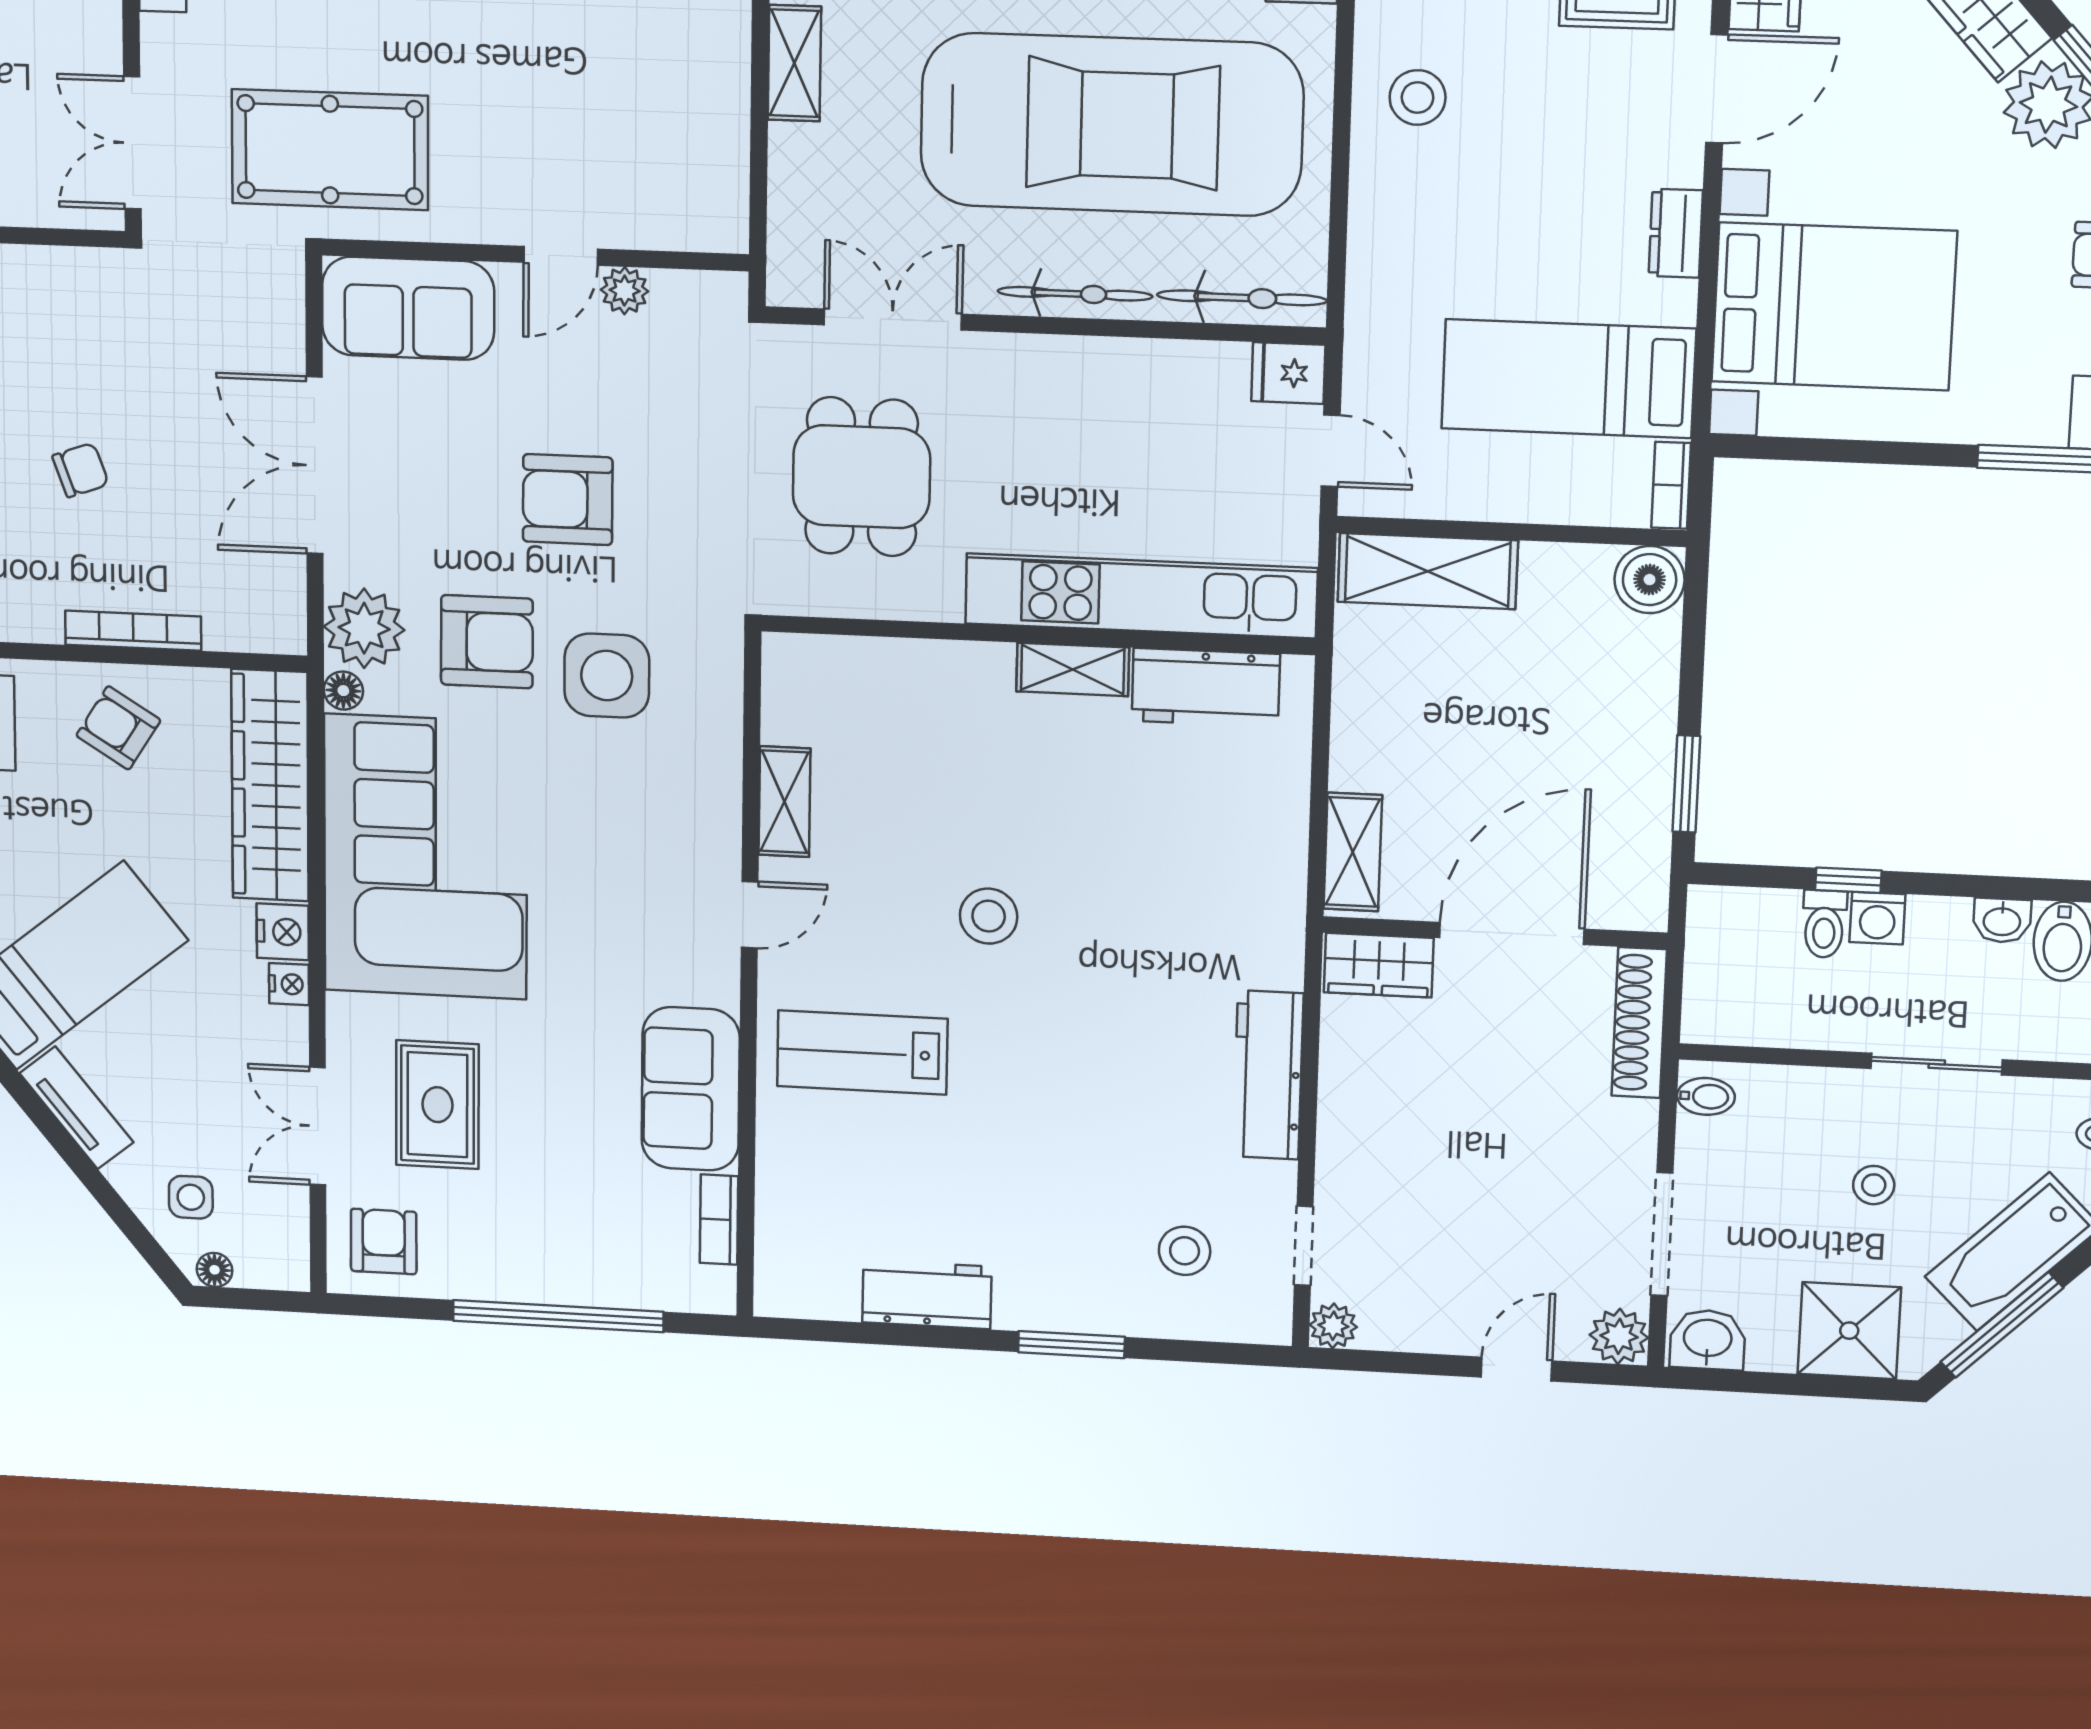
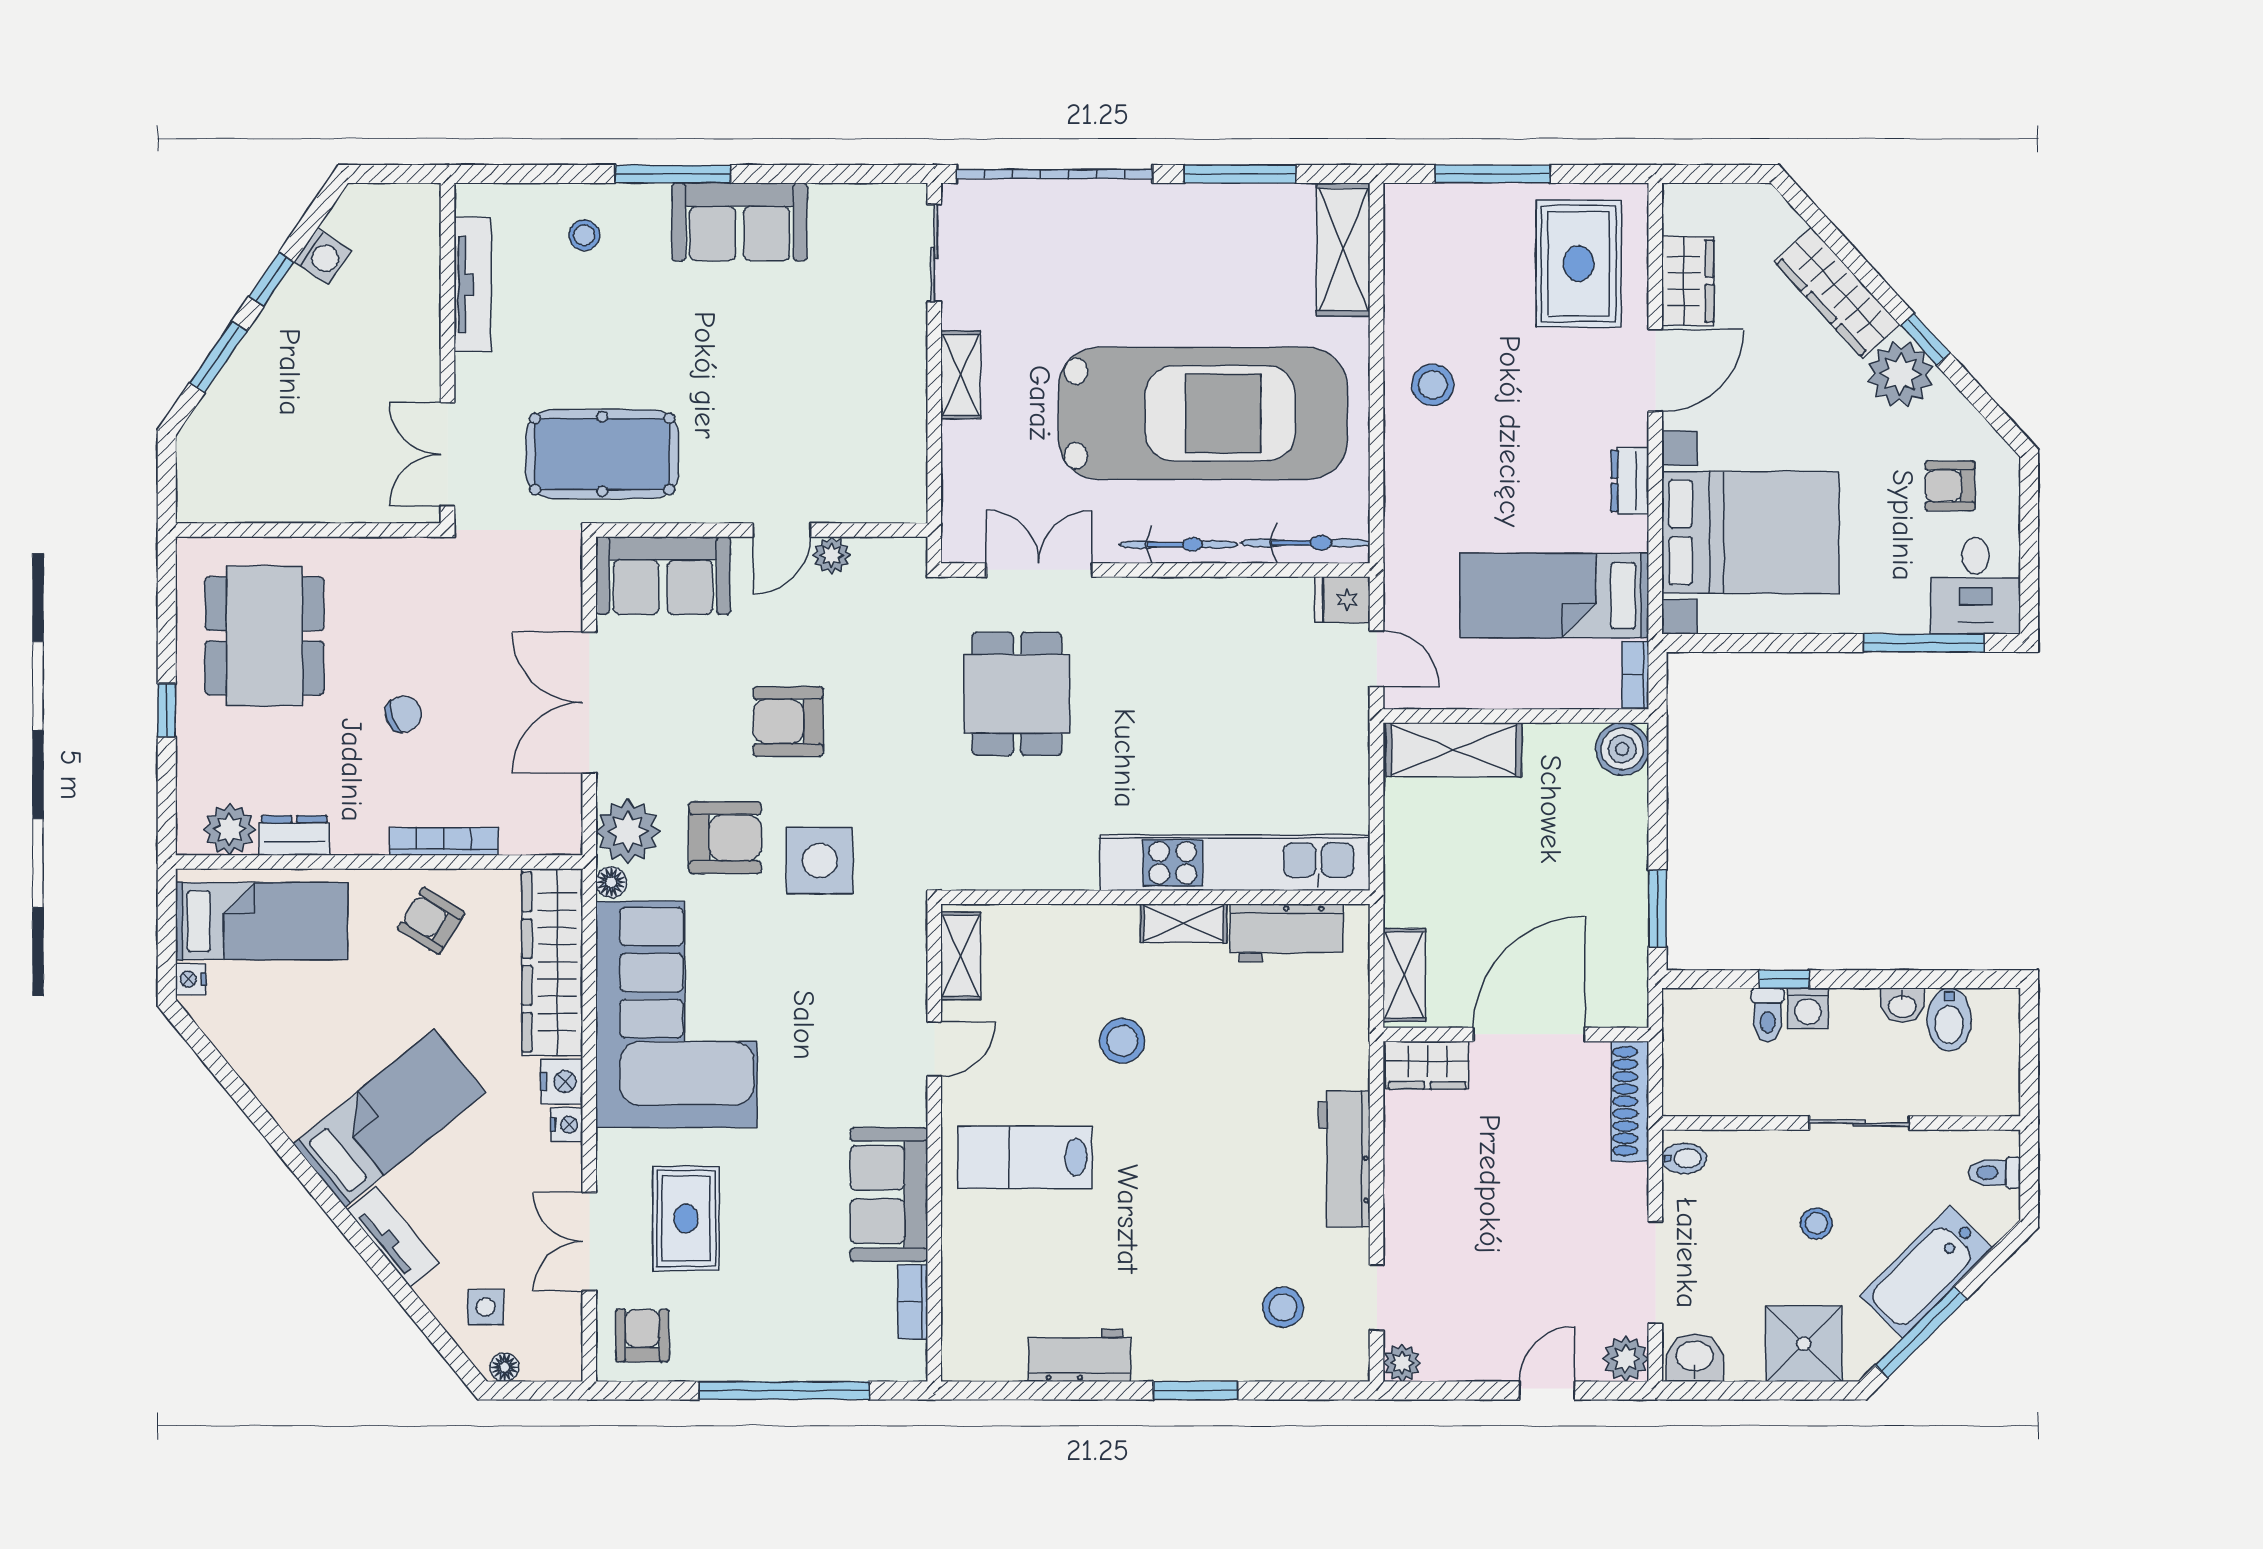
kitchen unit: (1141, 596) -> (1235, 863), moved
wall: (1037, 635) -> (1155, 897), moved
shelving: (1073, 669) -> (1184, 923), moved
workbench: (1206, 687) -> (1287, 933), moved

